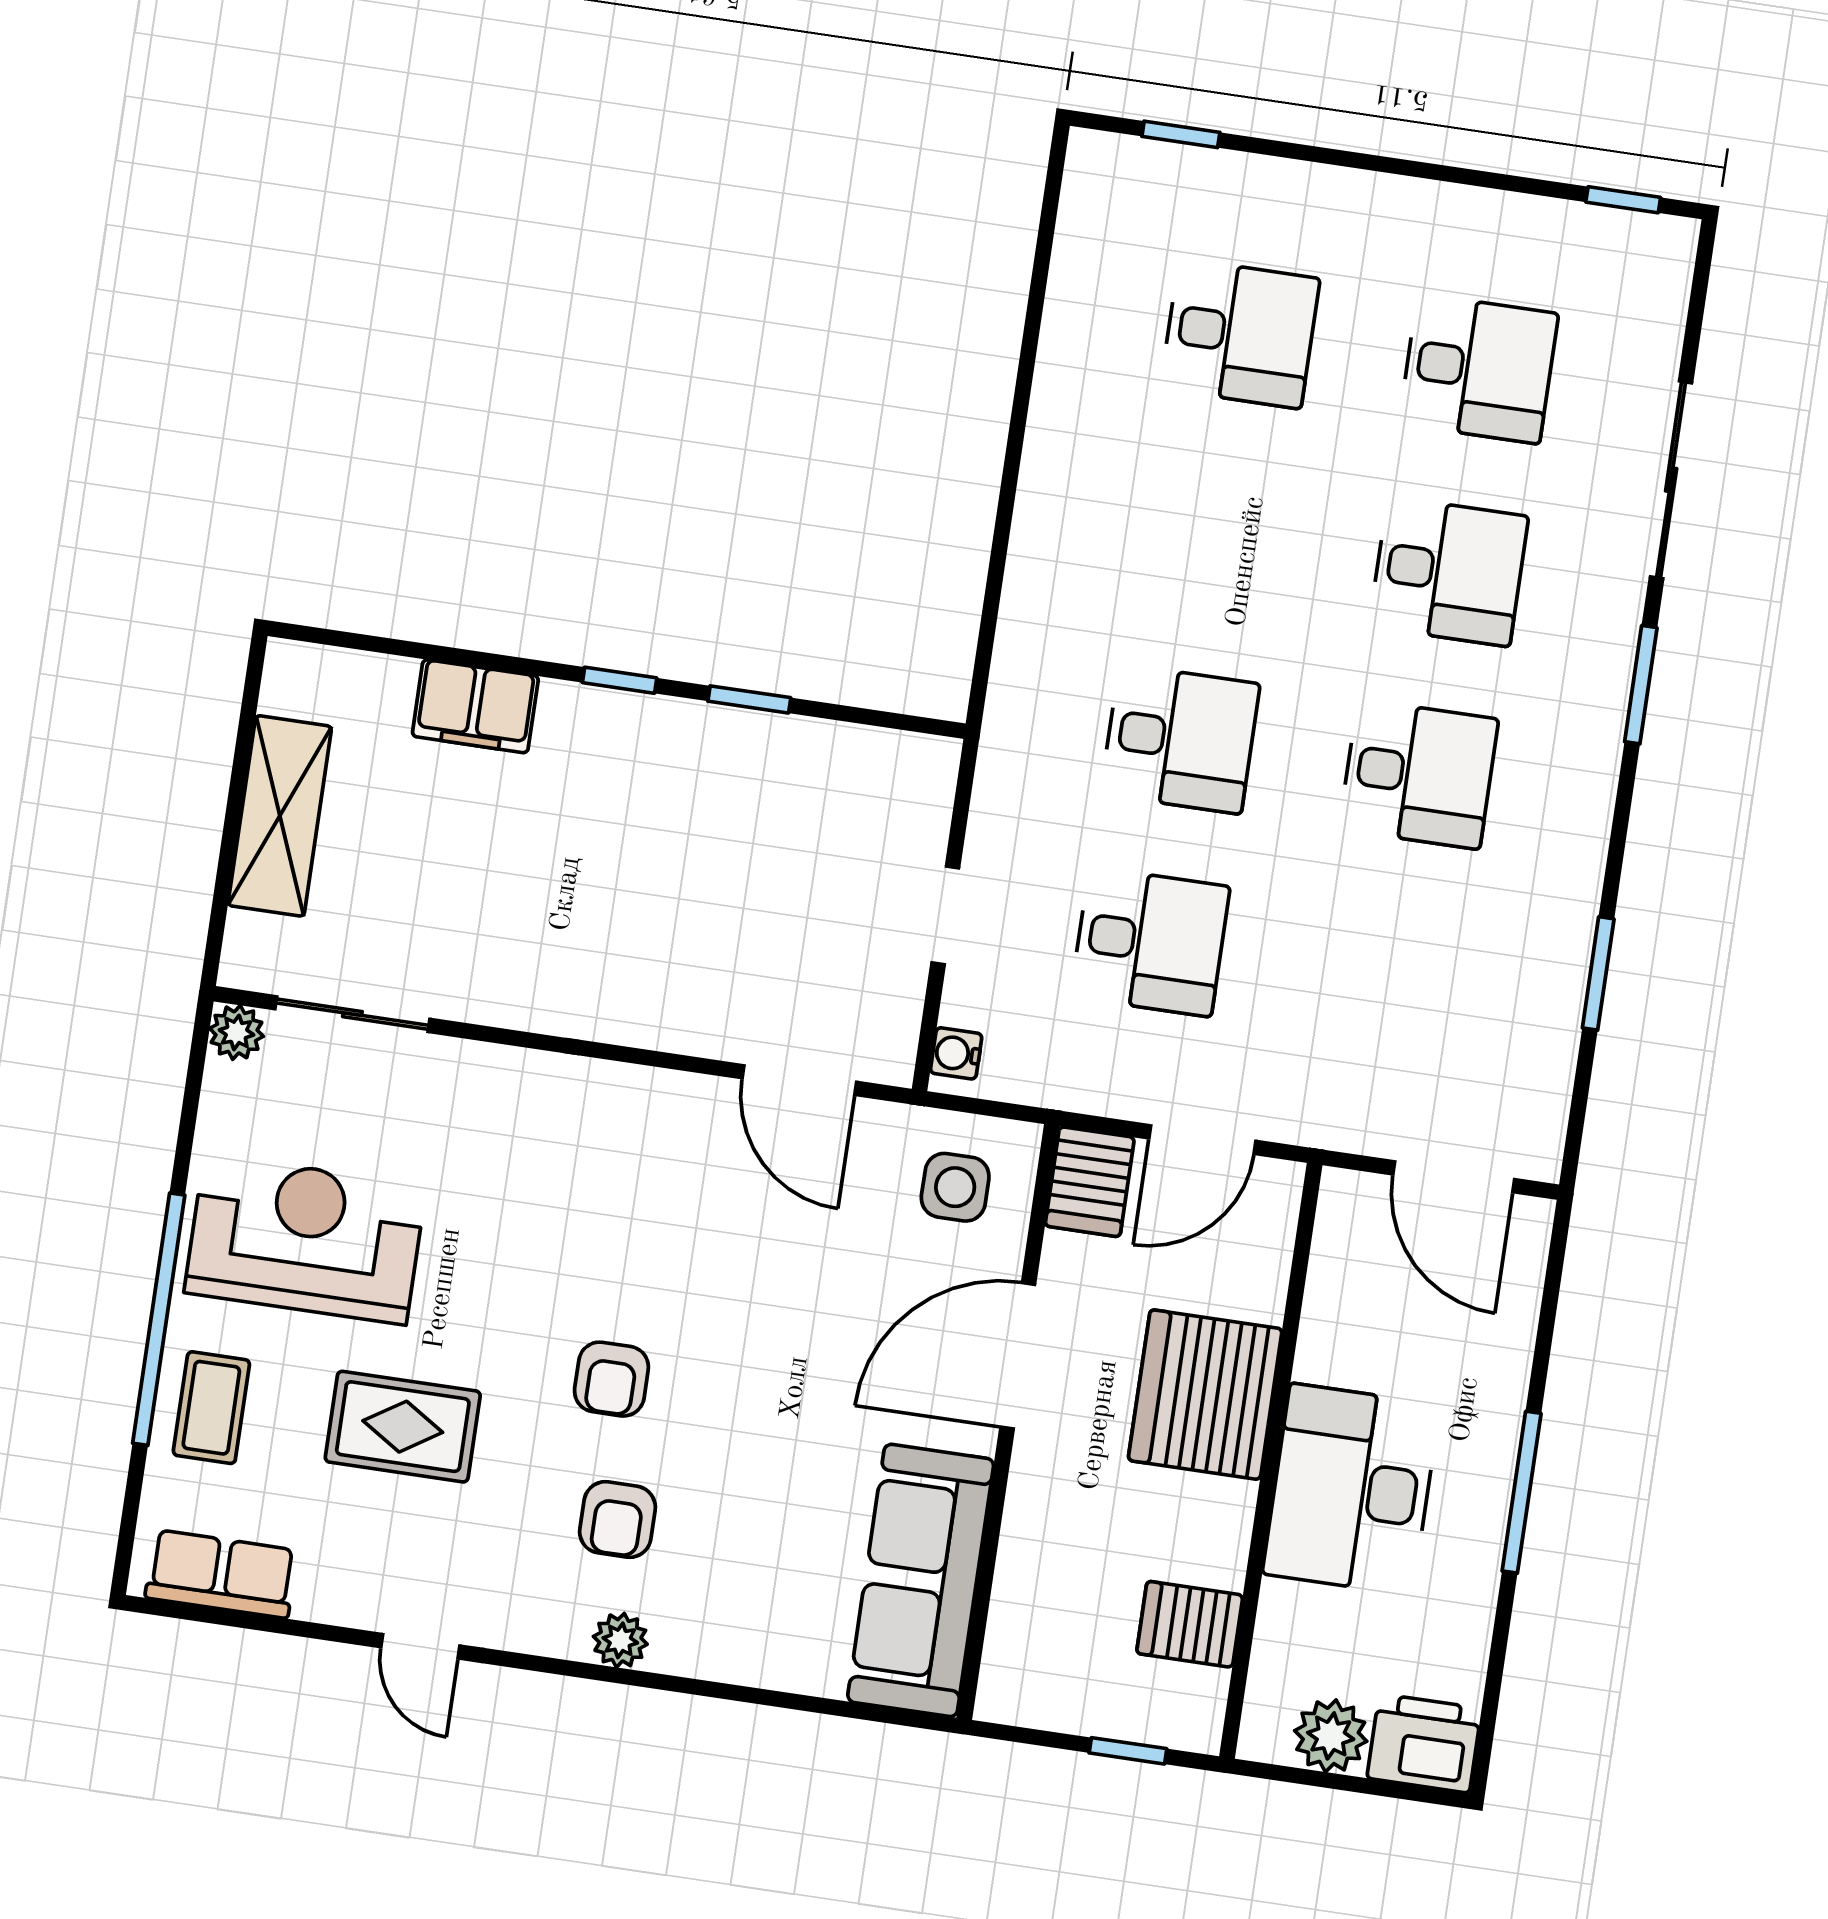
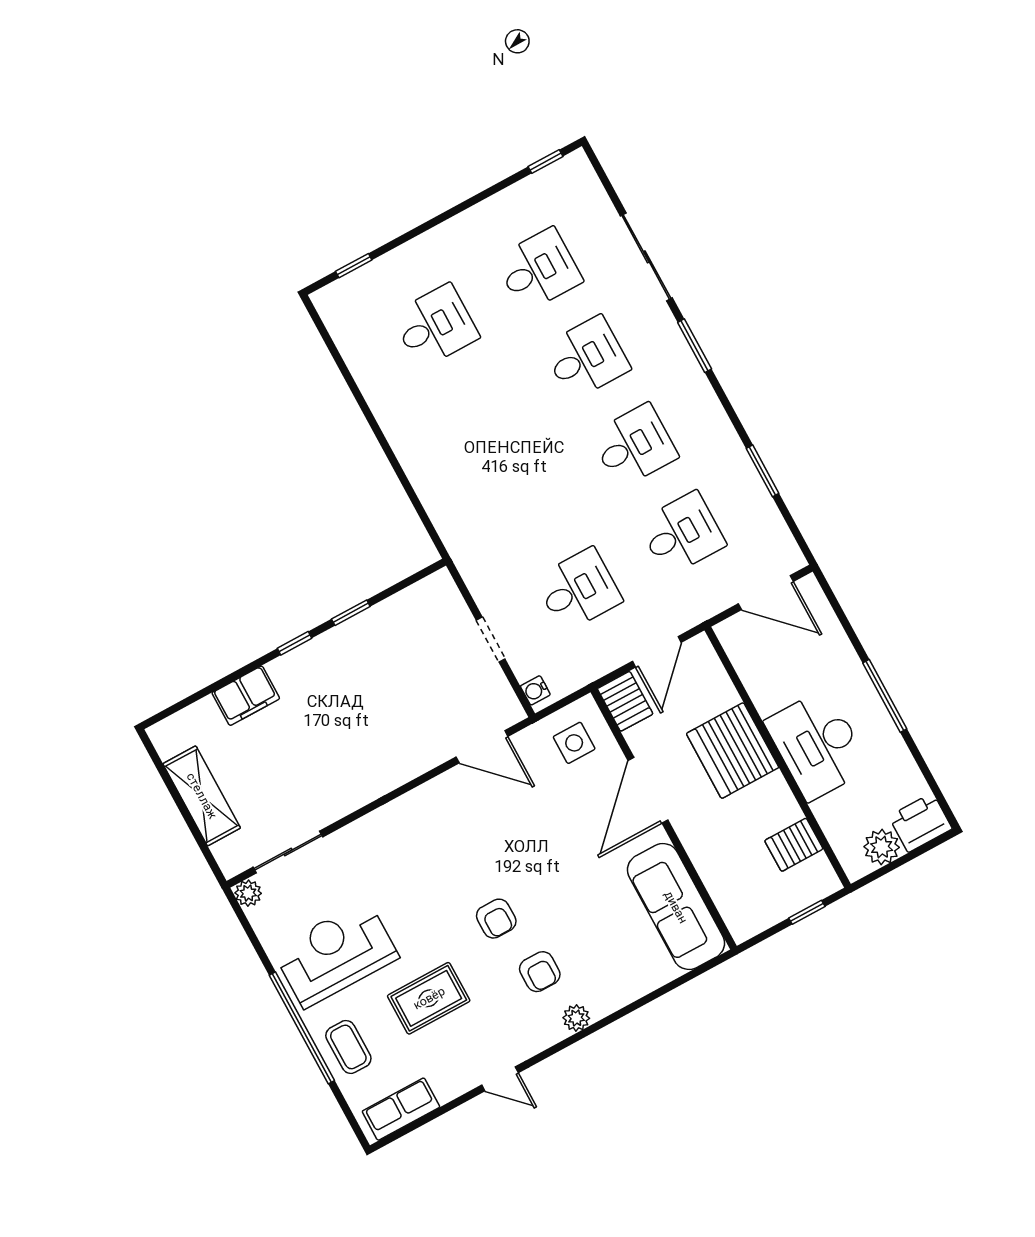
desk: (1180, 739) -> (682, 534), moved

